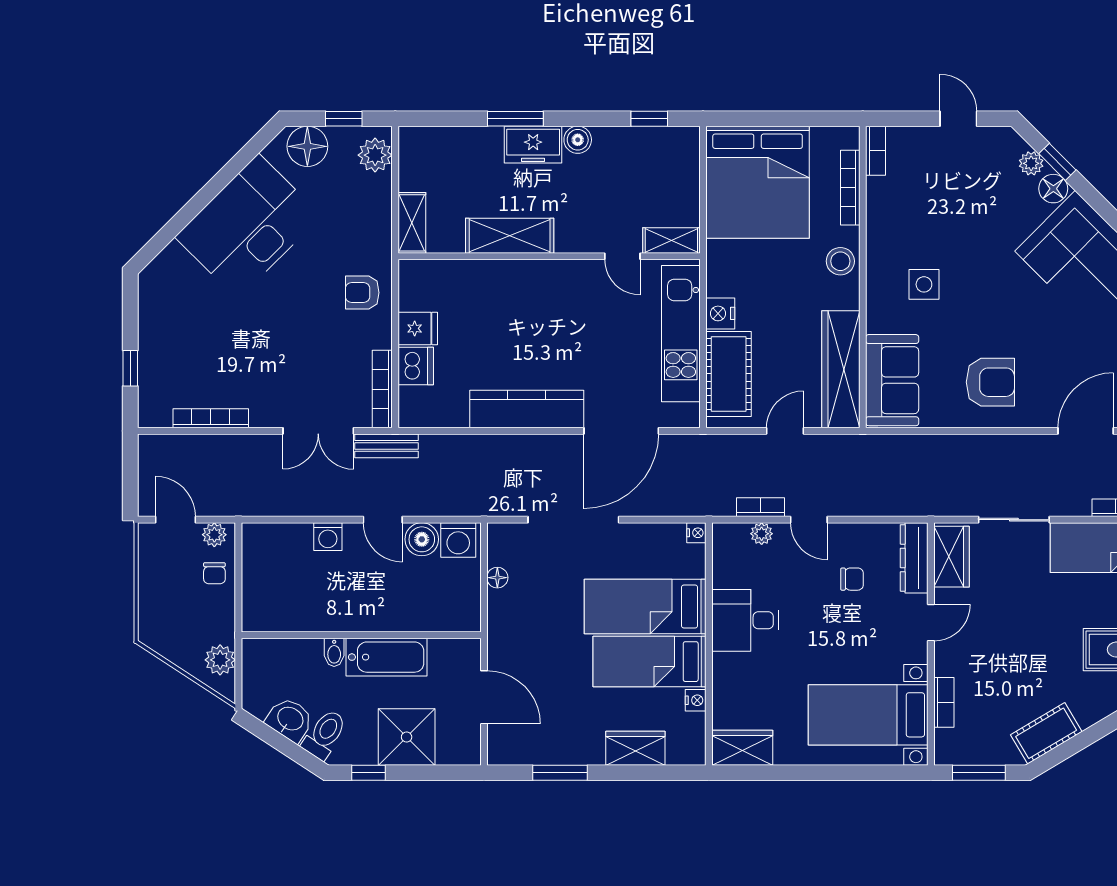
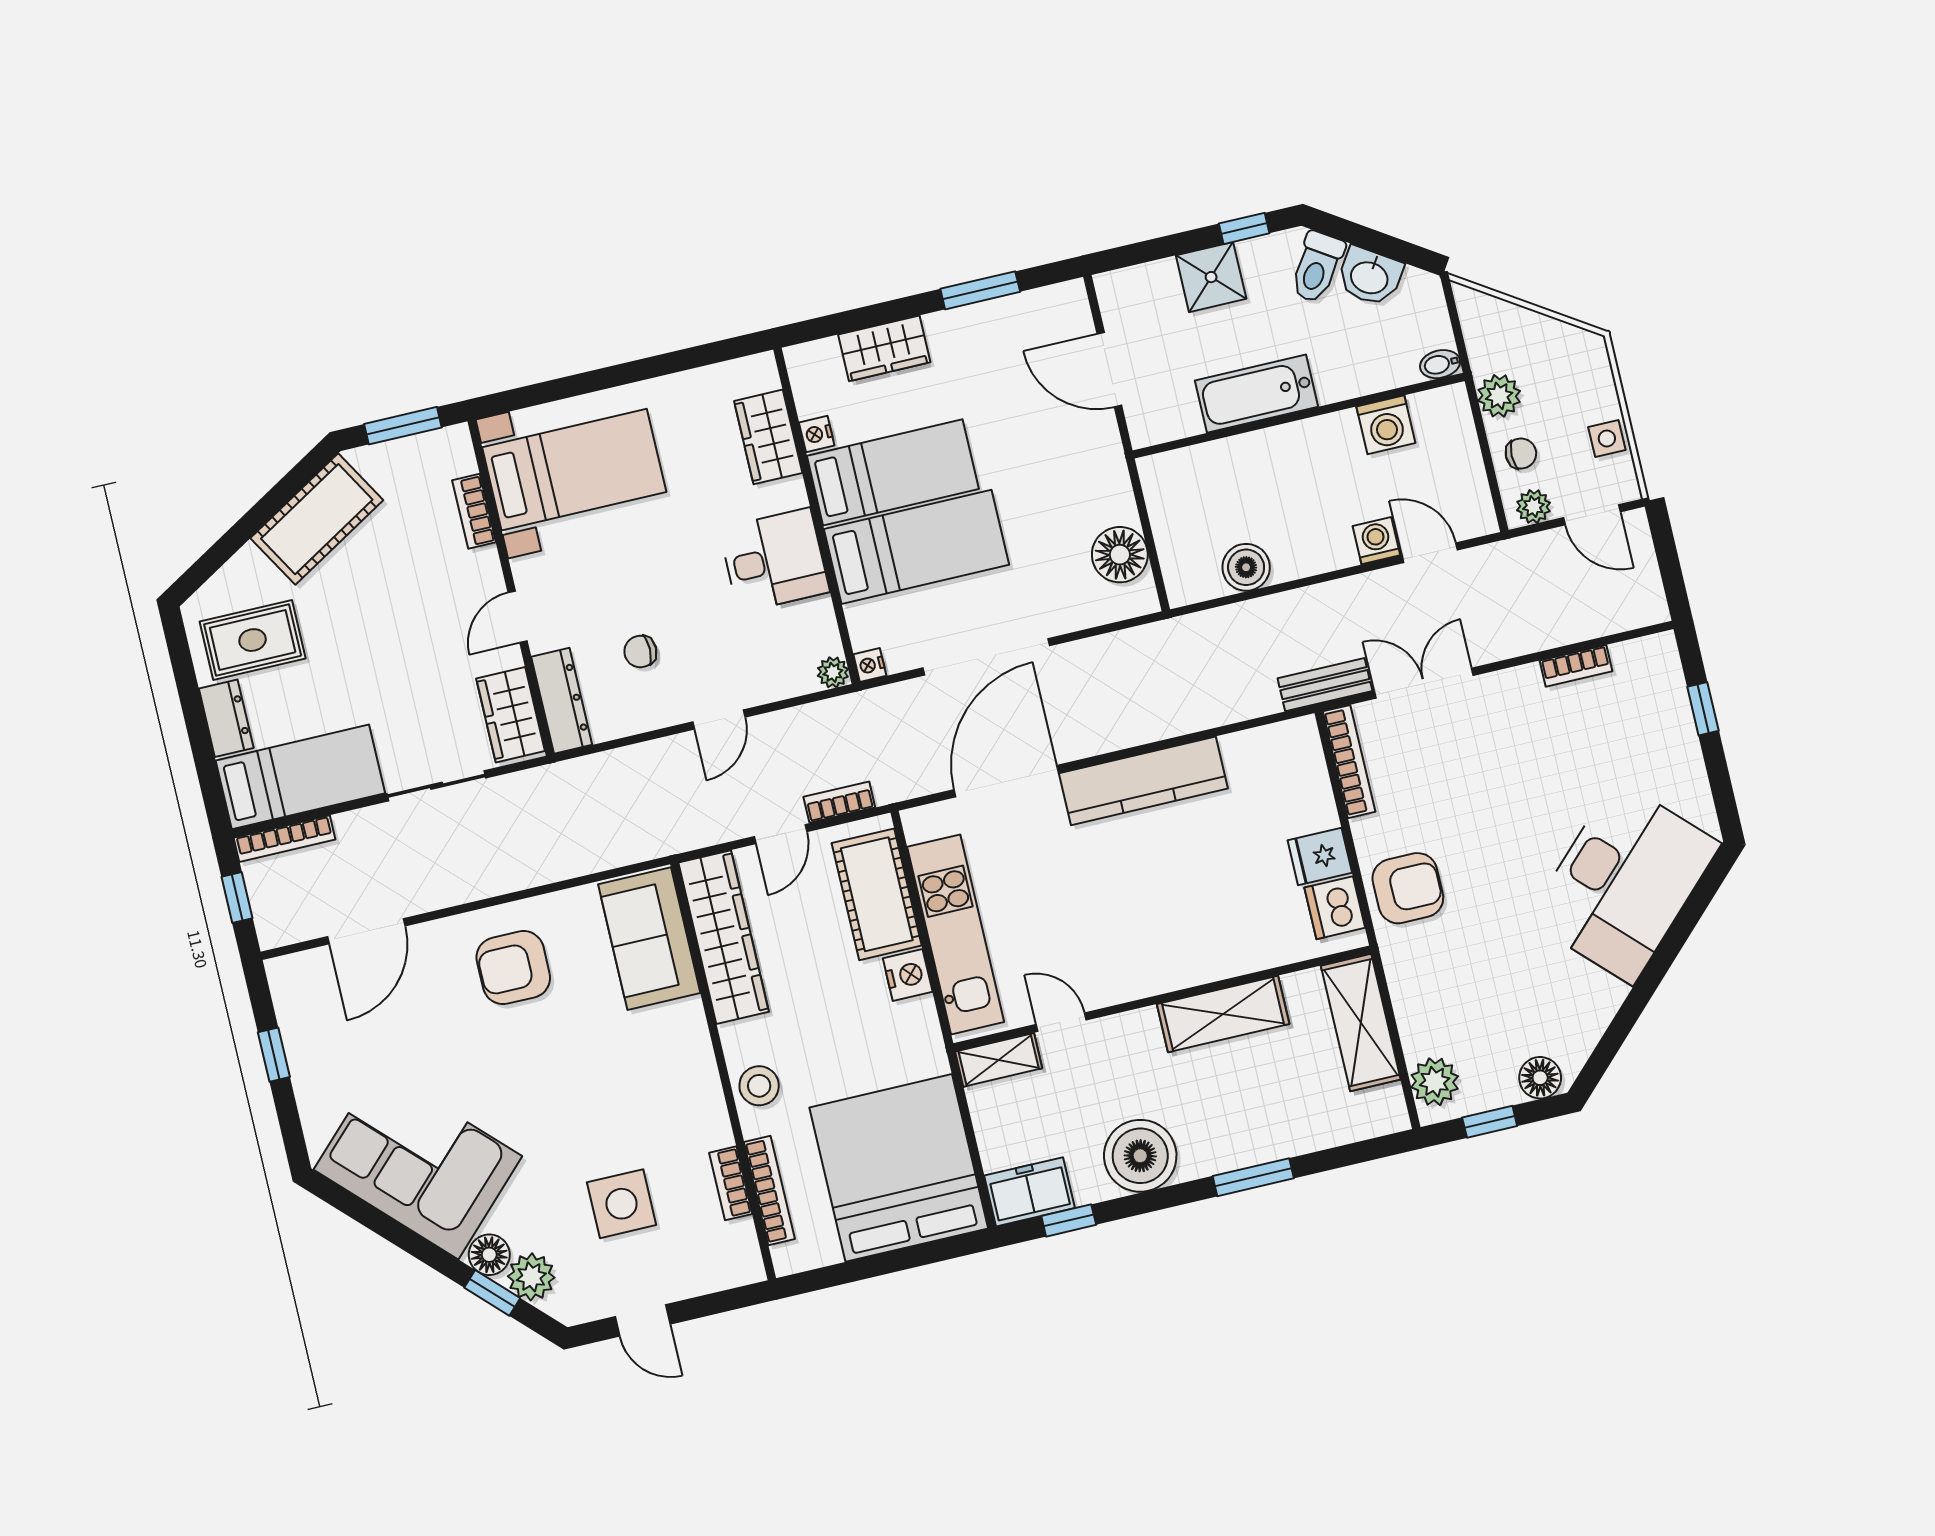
boiler: (578, 140) -> (1140, 1156), width x1.86, depth x1.86
freezer: (533, 145) -> (1030, 1192), moved
floor lamp: (307, 146) -> (1540, 1078), width x0.73, depth x0.73
bookcase: (876, 151) -> (731, 1183), moved
plant: (1031, 163) -> (531, 1277), width x1.38, depth x1.38
shelving: (412, 223) -> (1361, 1023), width x1.50, depth x1.33
desk: (248, 226) -> (1624, 882), moved
side table: (924, 284) -> (622, 1204), moved, width x1.37, depth x1.37
armchair: (362, 293) -> (1408, 888), width x1.38, depth x1.38
dishwasher: (416, 366) -> (1335, 908), moved
bookcase: (211, 418) -> (1576, 666), width x0.64
bookcase: (761, 507) -> (839, 802), moved, turned 180
door: (383, 520) -> (1430, 553), moved
doorway: (573, 520) -> (986, 657), moved
door: (809, 520) -> (719, 719), swing flipped
plant: (762, 534) -> (833, 672), moved
washing machine: (458, 540) -> (1386, 425), moved, turned 180
side table: (153, 570) -> (1607, 438), added
chair: (214, 573) -> (1521, 454), turned 90
floor lamp: (497, 578) -> (1120, 555), width x1.89, depth x1.89
bidet: (334, 652) -> (1440, 364), moved, turned -90
plant: (220, 660) -> (1499, 396), moved
cot: (1046, 733) -> (317, 519), width x1.37, depth x1.34
shower: (407, 737) -> (1211, 277), width x0.73, depth x0.73
wardrobe: (742, 748) -> (768, 437), moved, turned 90

